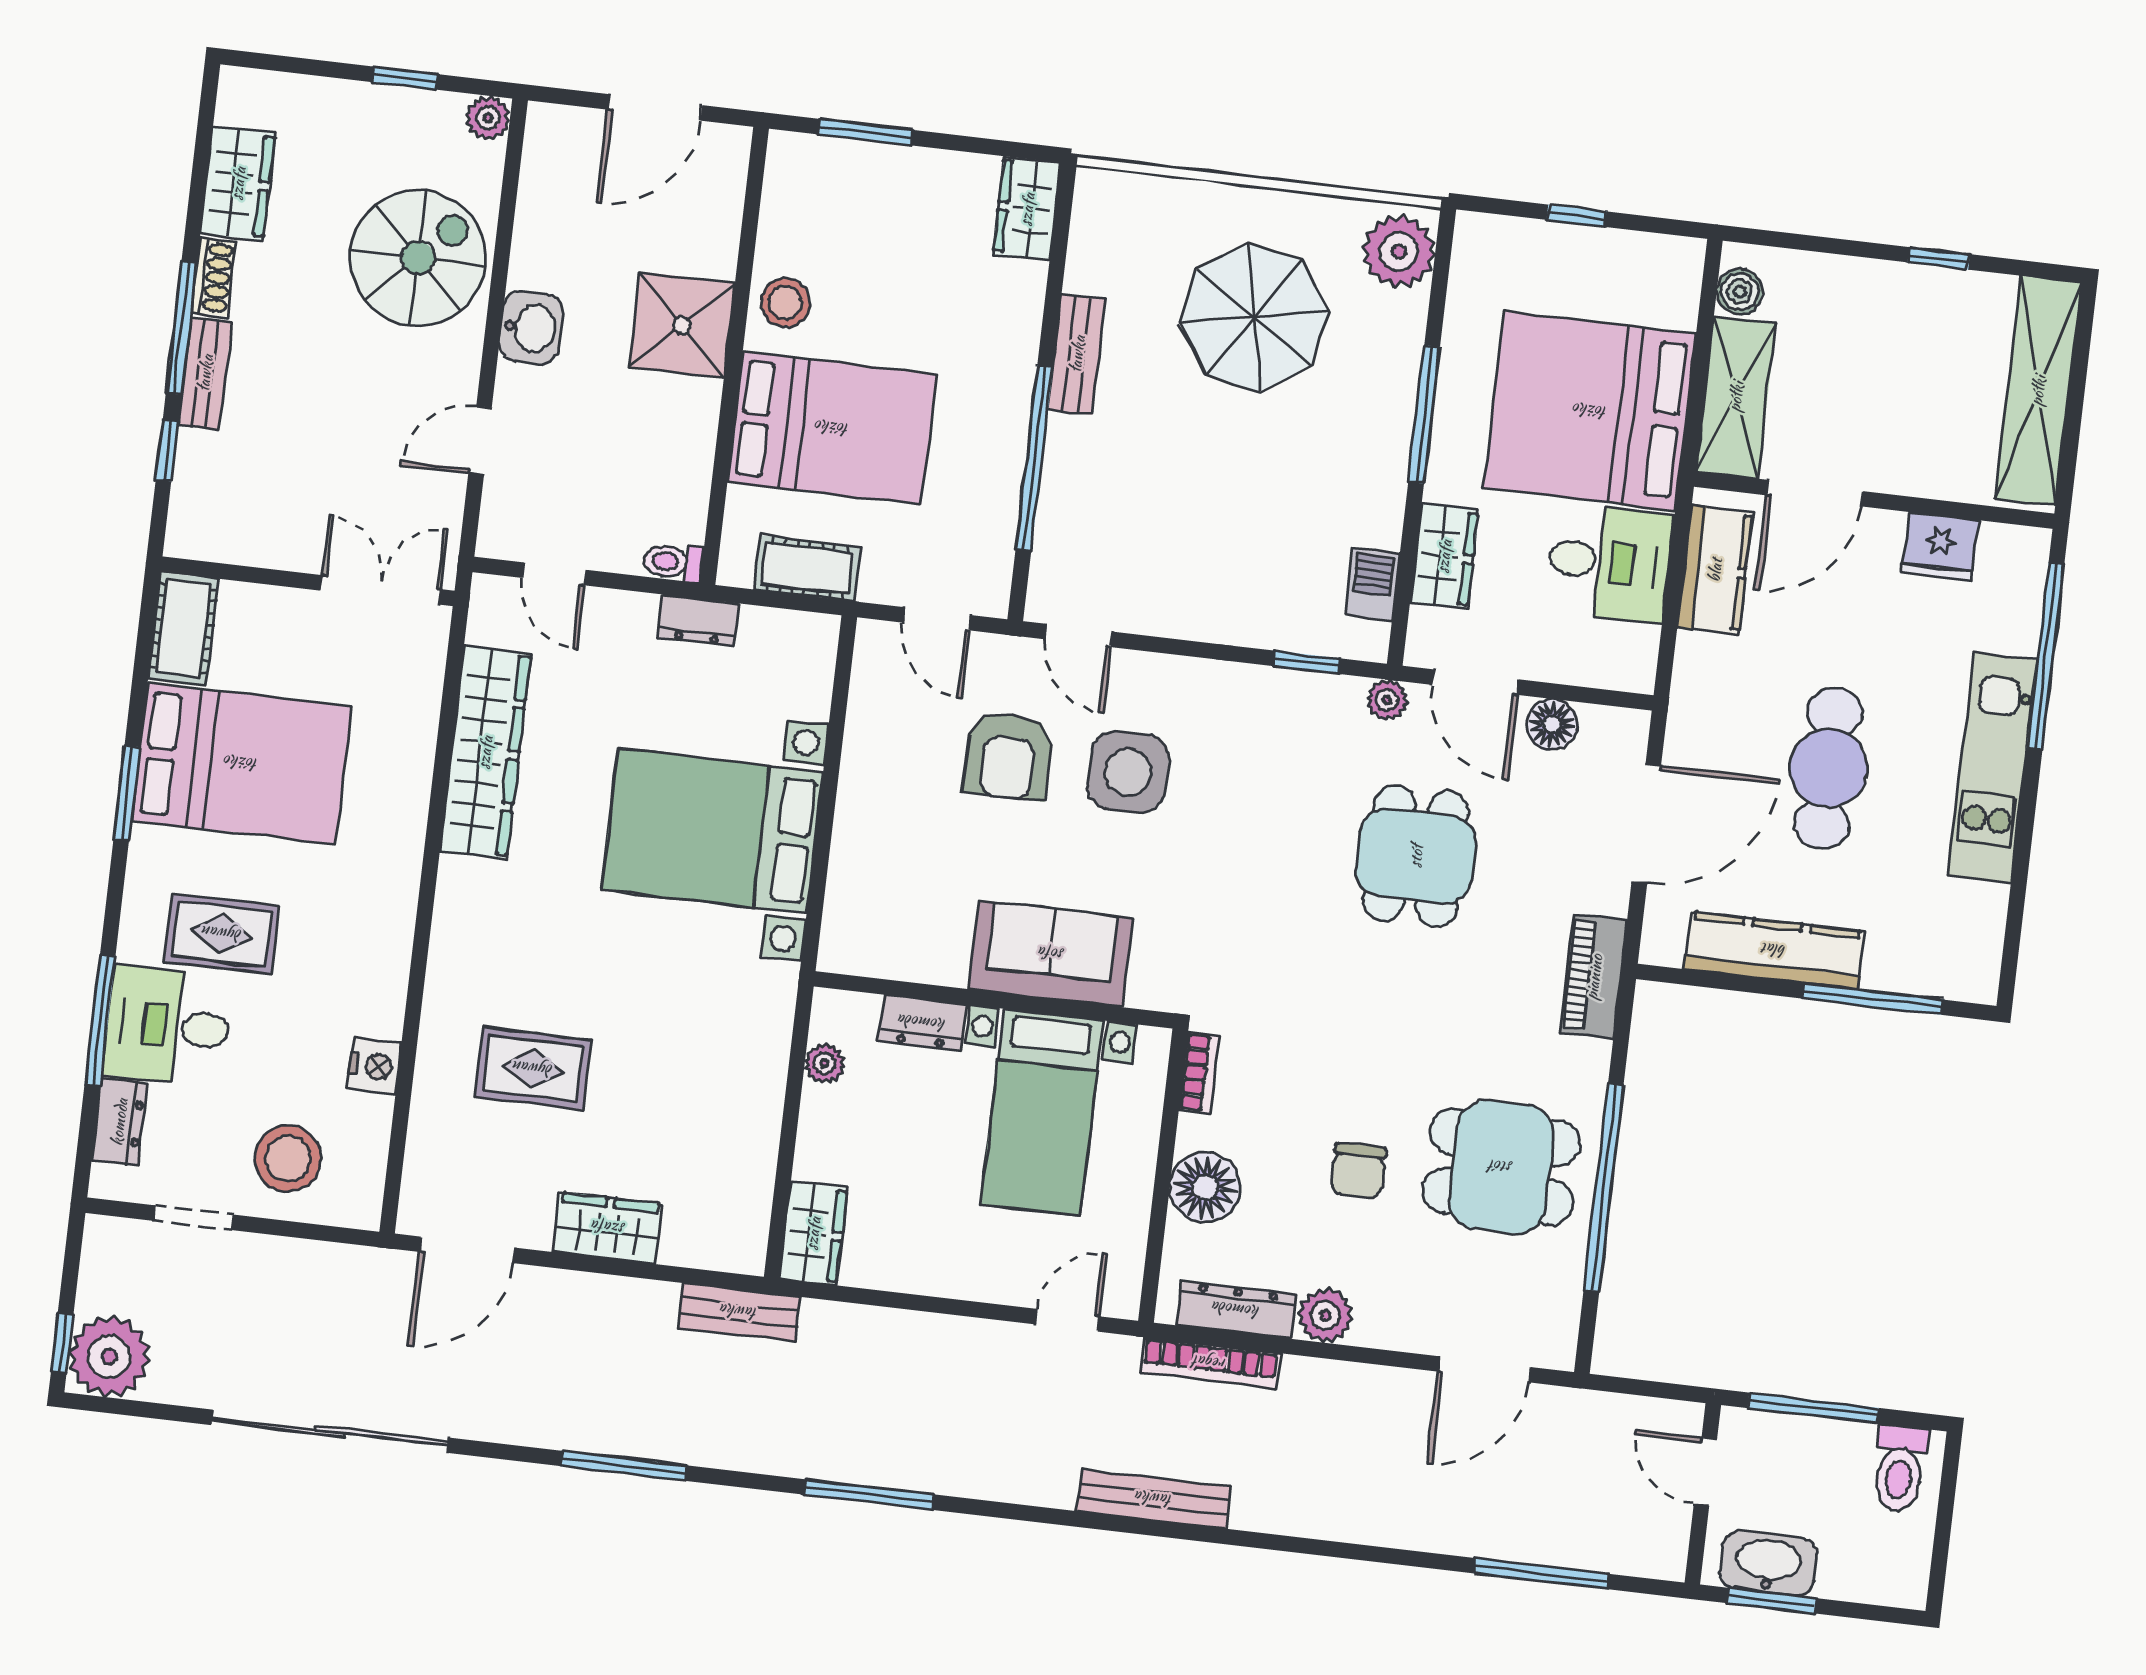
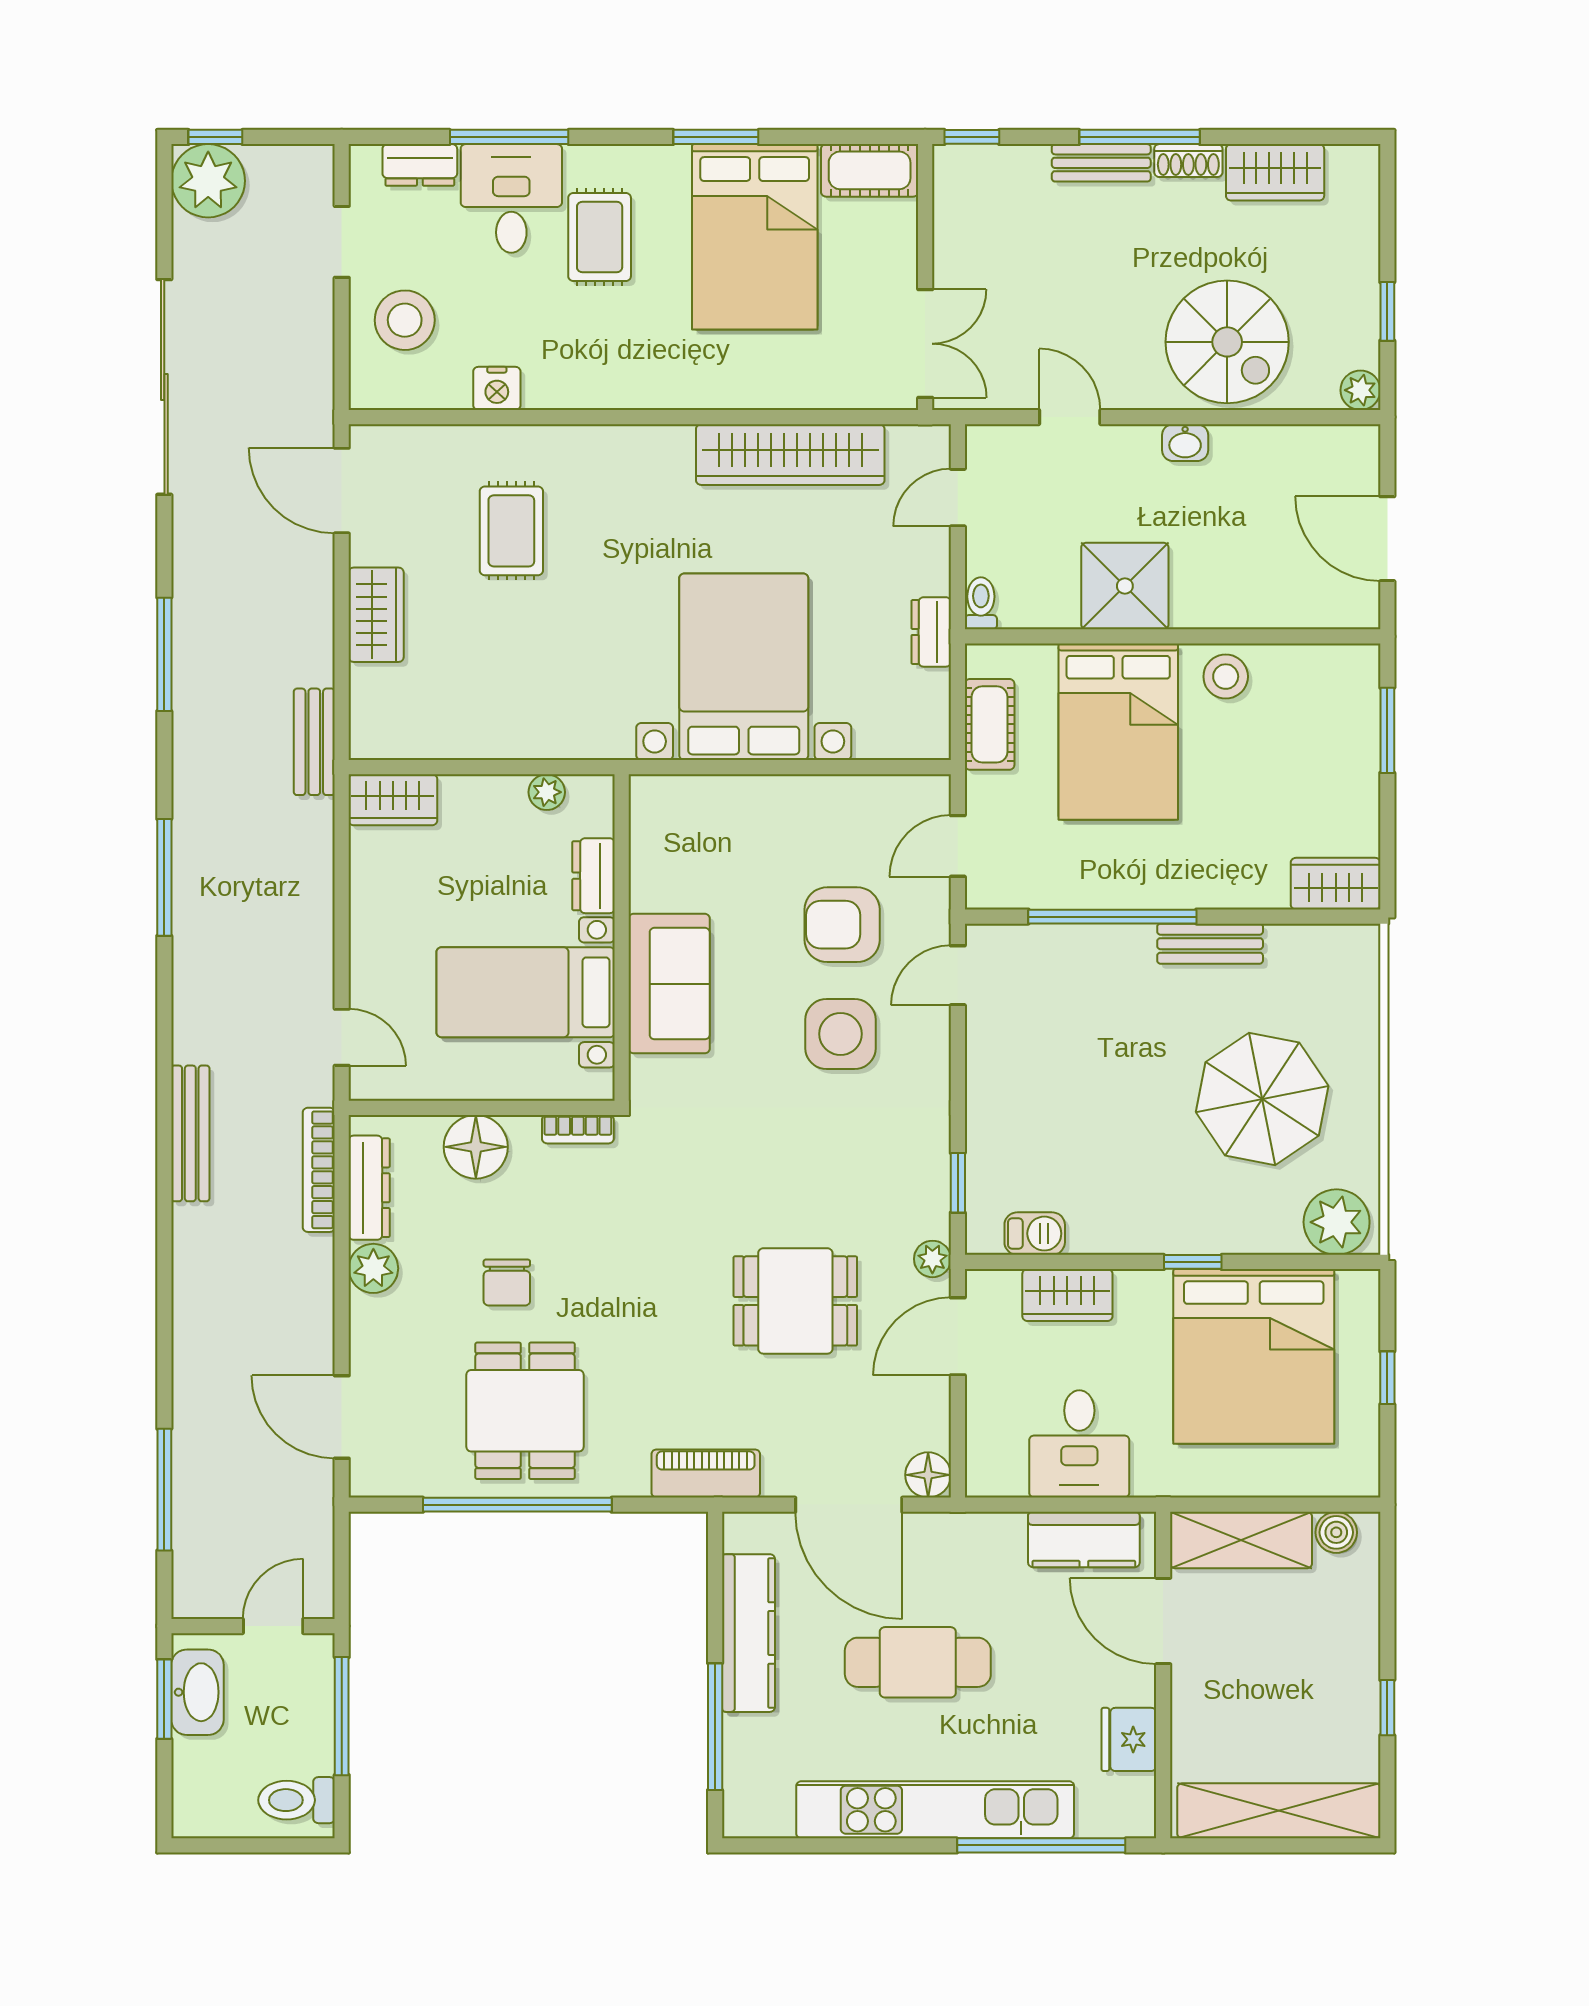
shower: (682, 325) -> (1125, 586), moved
washbasin: (531, 328) -> (1185, 443), width x0.72, depth x0.69
bed: (1590, 411) -> (1254, 1356), moved, turned 180
window: (1424, 414) -> (1193, 1262), width x0.46
window: (167, 451) -> (972, 137), moved
floor lamp: (1552, 724) -> (928, 1475), moved
kitchen unit: (1993, 768) -> (935, 1810), width x1.36
chair: (1358, 1171) -> (507, 1283), turned -90

